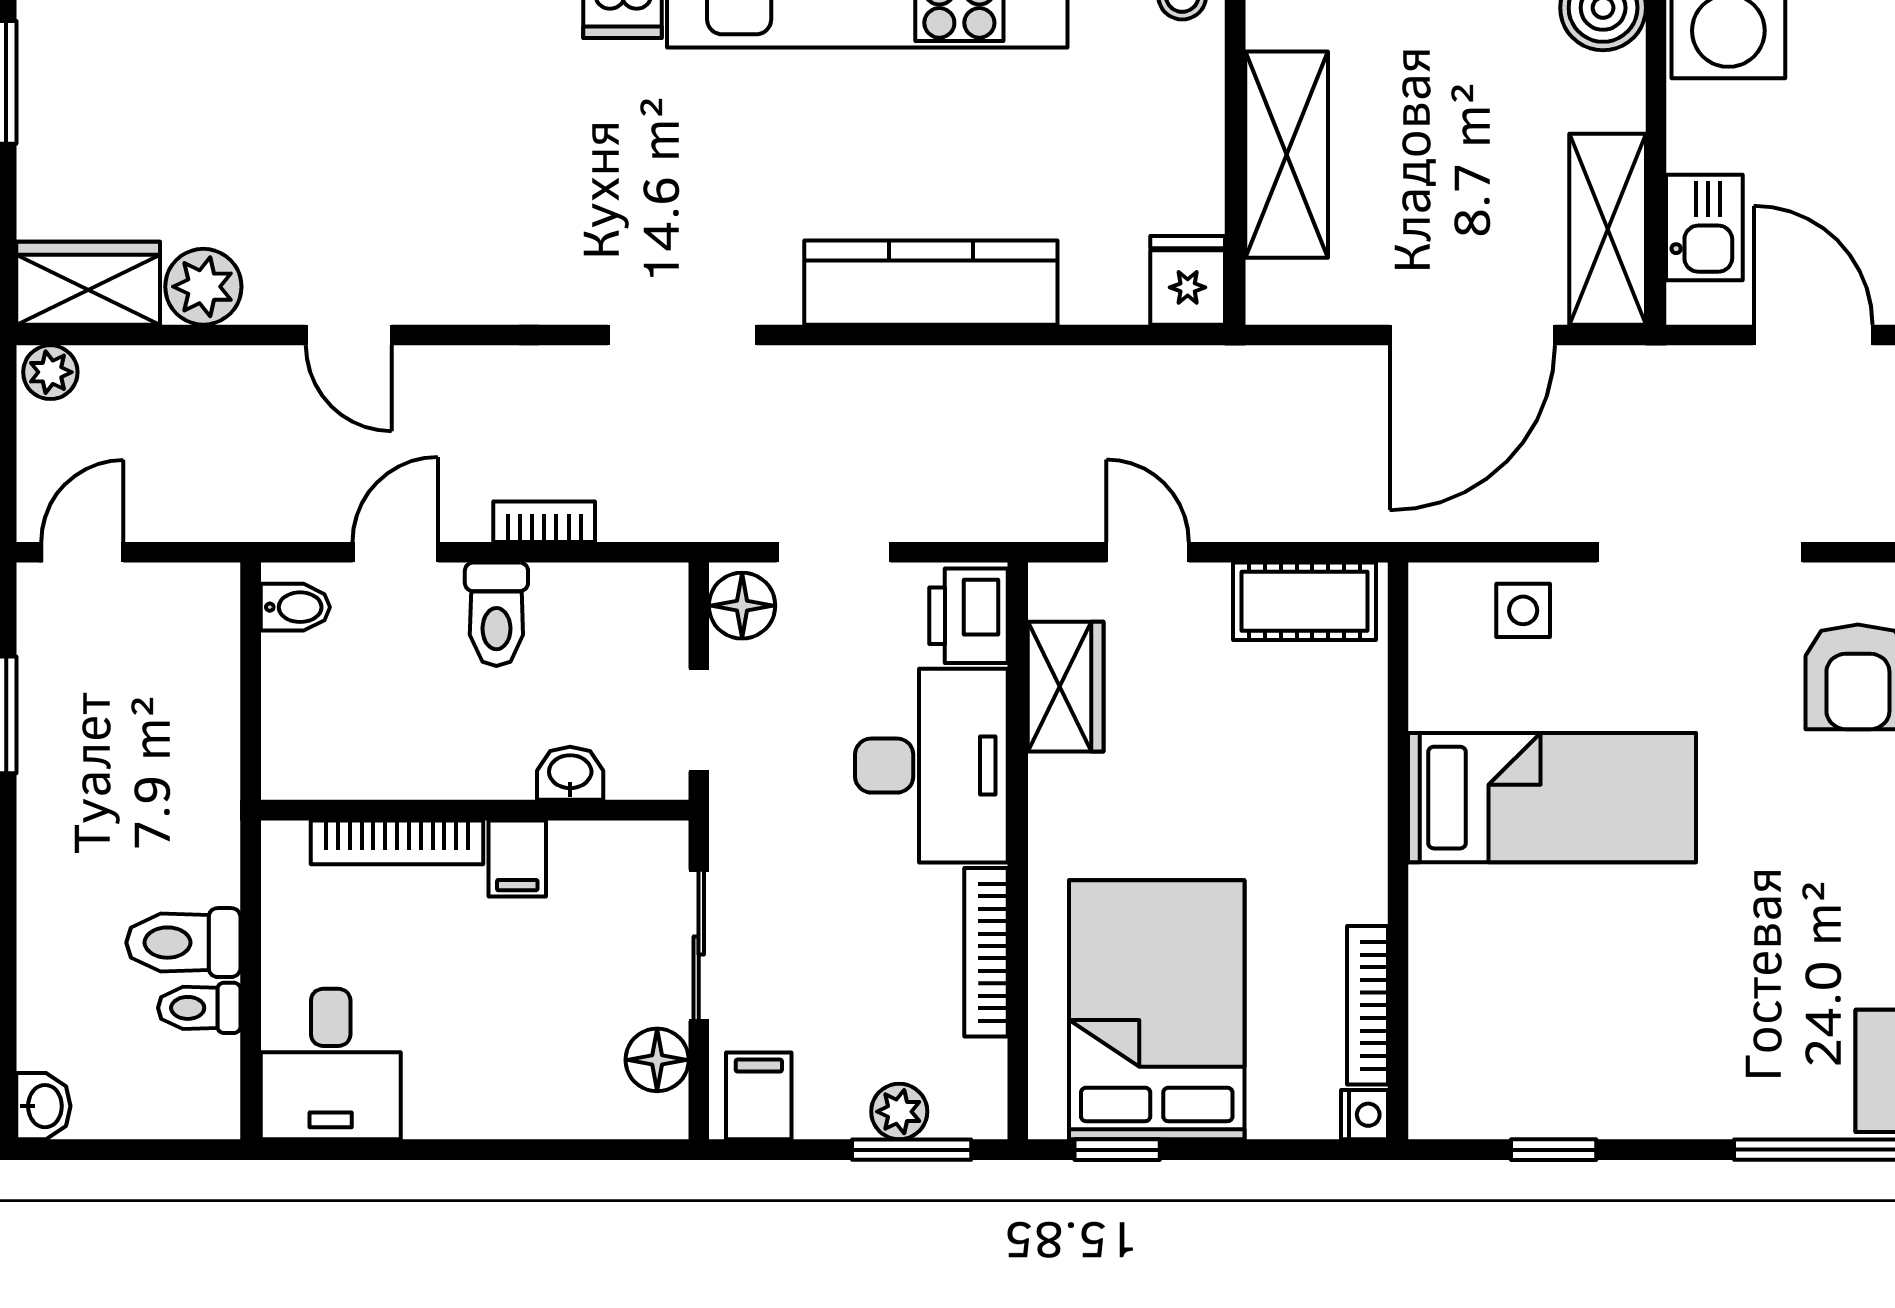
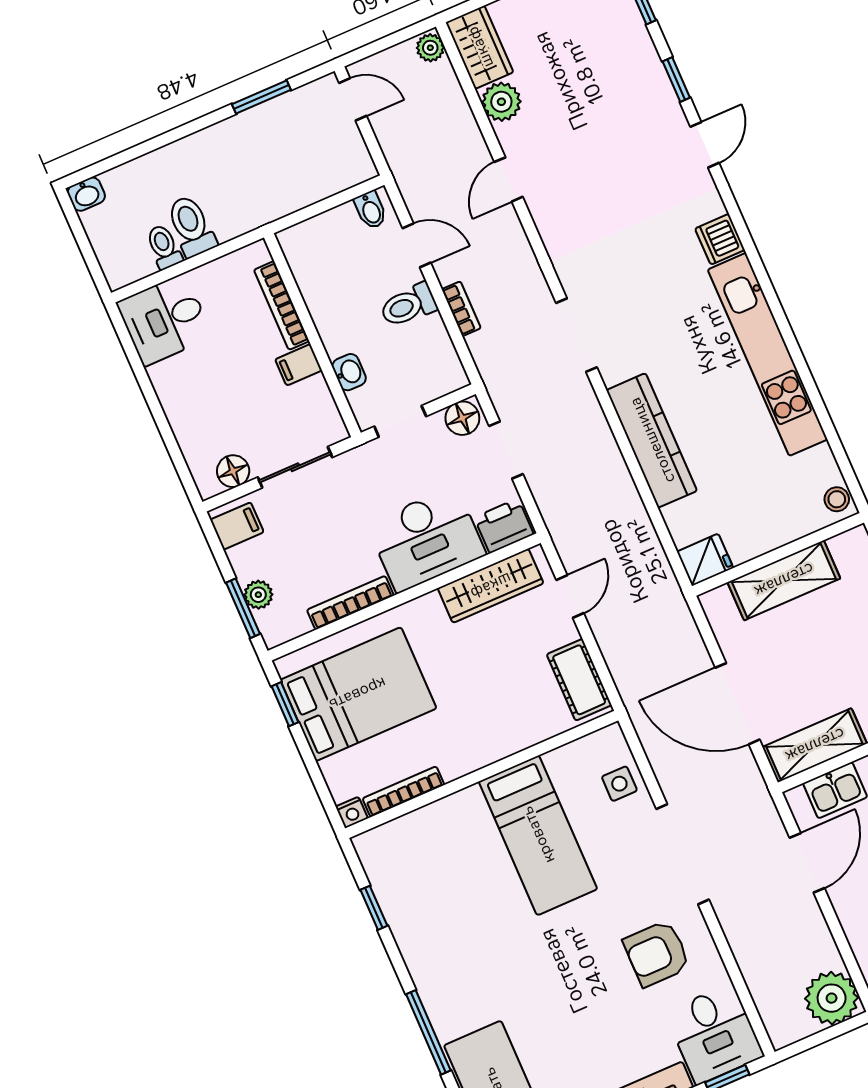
wardrobe: (1066, 687) -> (491, 586), width x1.50

